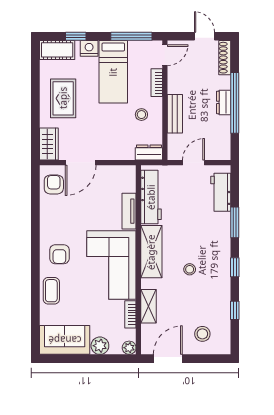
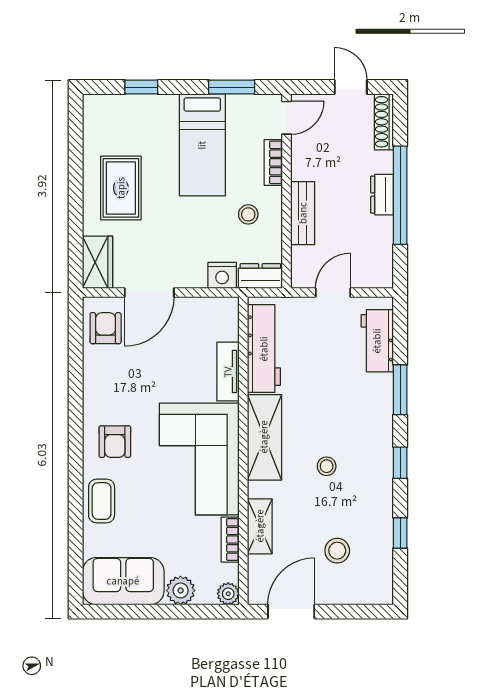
window: (131, 36) -> (232, 87), width x0.69
nightstand: (89, 48) -> (222, 275), moved, turned 180
cot: (57, 50) -> (111, 109), removed
stool: (202, 334) -> (337, 551), moved

